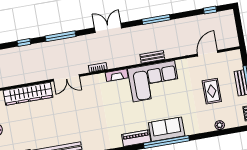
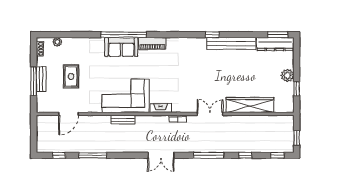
window: (156, 20) -> (93, 155), moved
plant: (220, 125) -> (57, 42), moved

